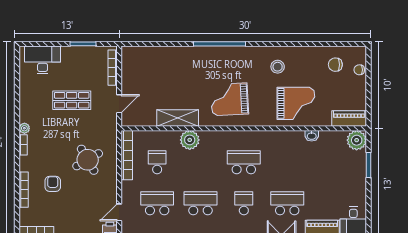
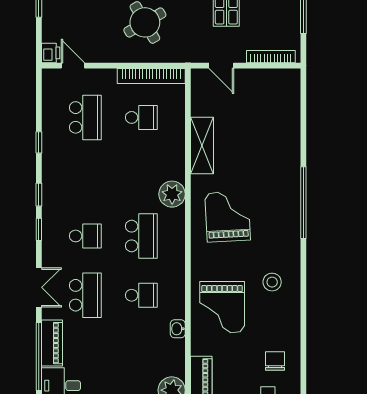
plant: (190, 140) -> (172, 194), moved
school desk: (200, 203) -> (141, 295), moved, width x0.54

